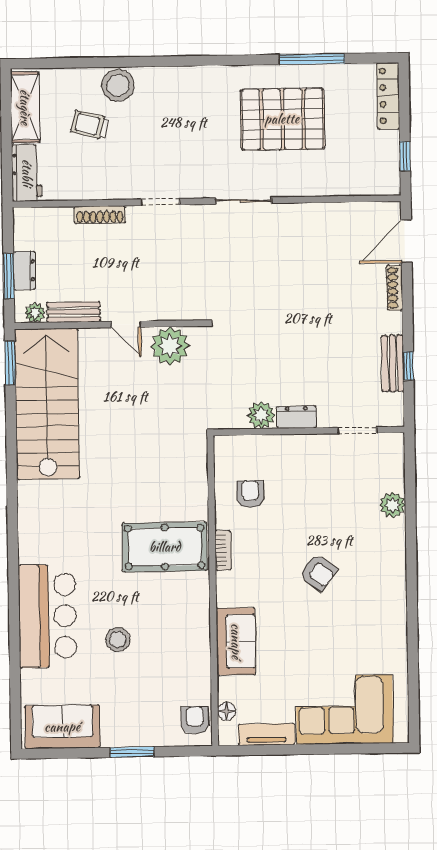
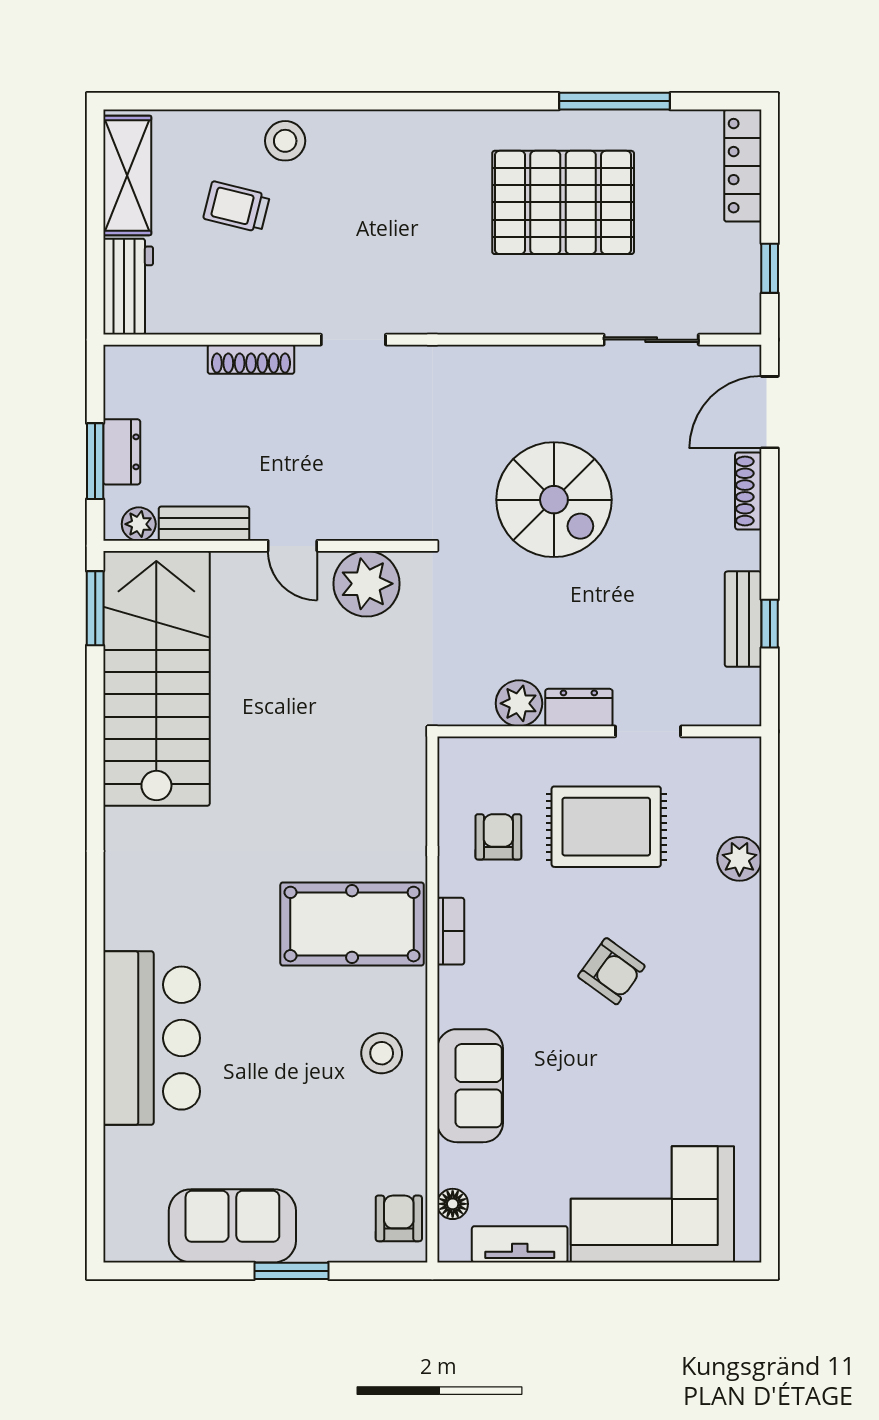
stool: (118, 85) -> (285, 141), width x0.73, depth x0.73
sliding door: (243, 201) -> (651, 340), moved
spiral stairs: (280, 295) -> (554, 500), added
doorway: (357, 430) -> (648, 731), moved
rug: (314, 487) -> (606, 827), added
stool: (118, 640) -> (382, 1053), moved
sofa: (62, 727) -> (232, 1226), moved

